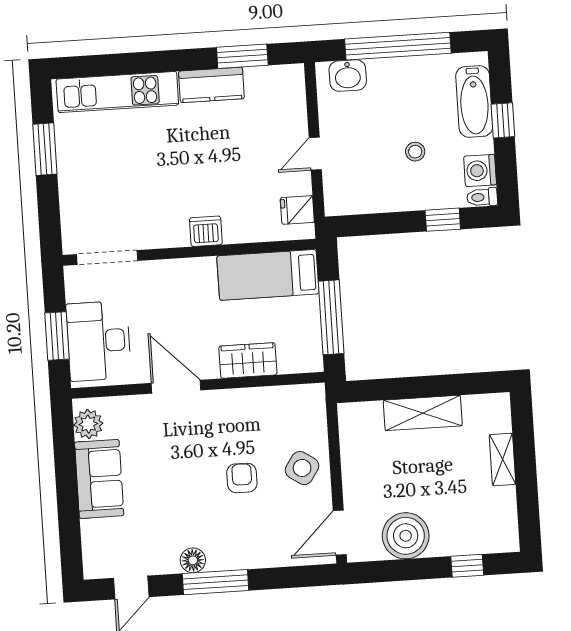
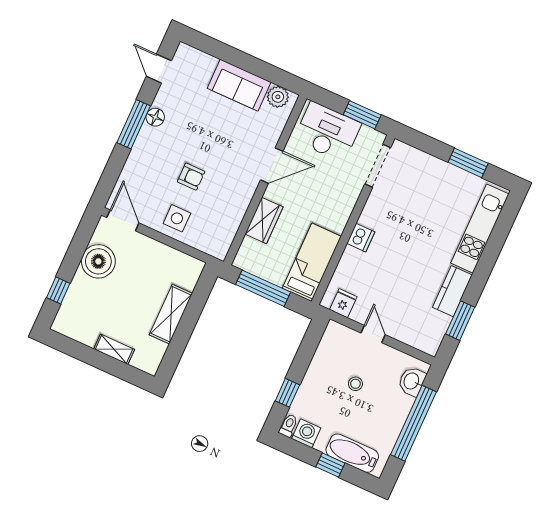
stool: (415, 152) -> (355, 384), moved
window: (57, 336) -> (362, 115), moved
side table: (302, 468) -> (177, 218), turned -34

